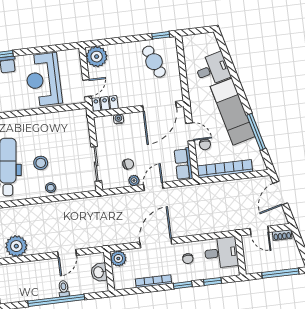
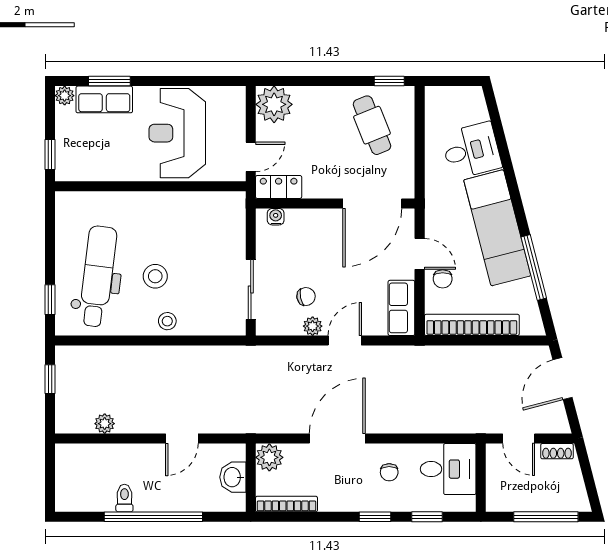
water cooler: (119, 119) -> (276, 217), moved
plant: (16, 246) -> (105, 424), width x0.53, depth x0.53
bookcase: (153, 281) -> (286, 504), moved
toilet: (64, 289) -> (124, 498), moved

